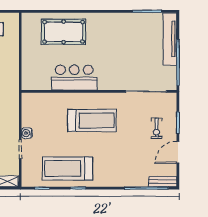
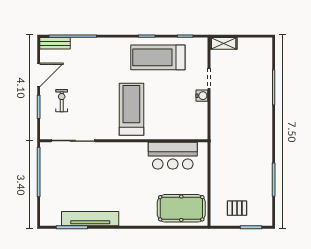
pool table: (64, 32) -> (181, 208), moved
tv unit: (170, 39) -> (90, 219), moved, turned -90
bar counter: (74, 78) -> (173, 156), moved
treadmill: (92, 120) -> (131, 109), turned 90
treadmill: (68, 168) -> (158, 57), turned 180

